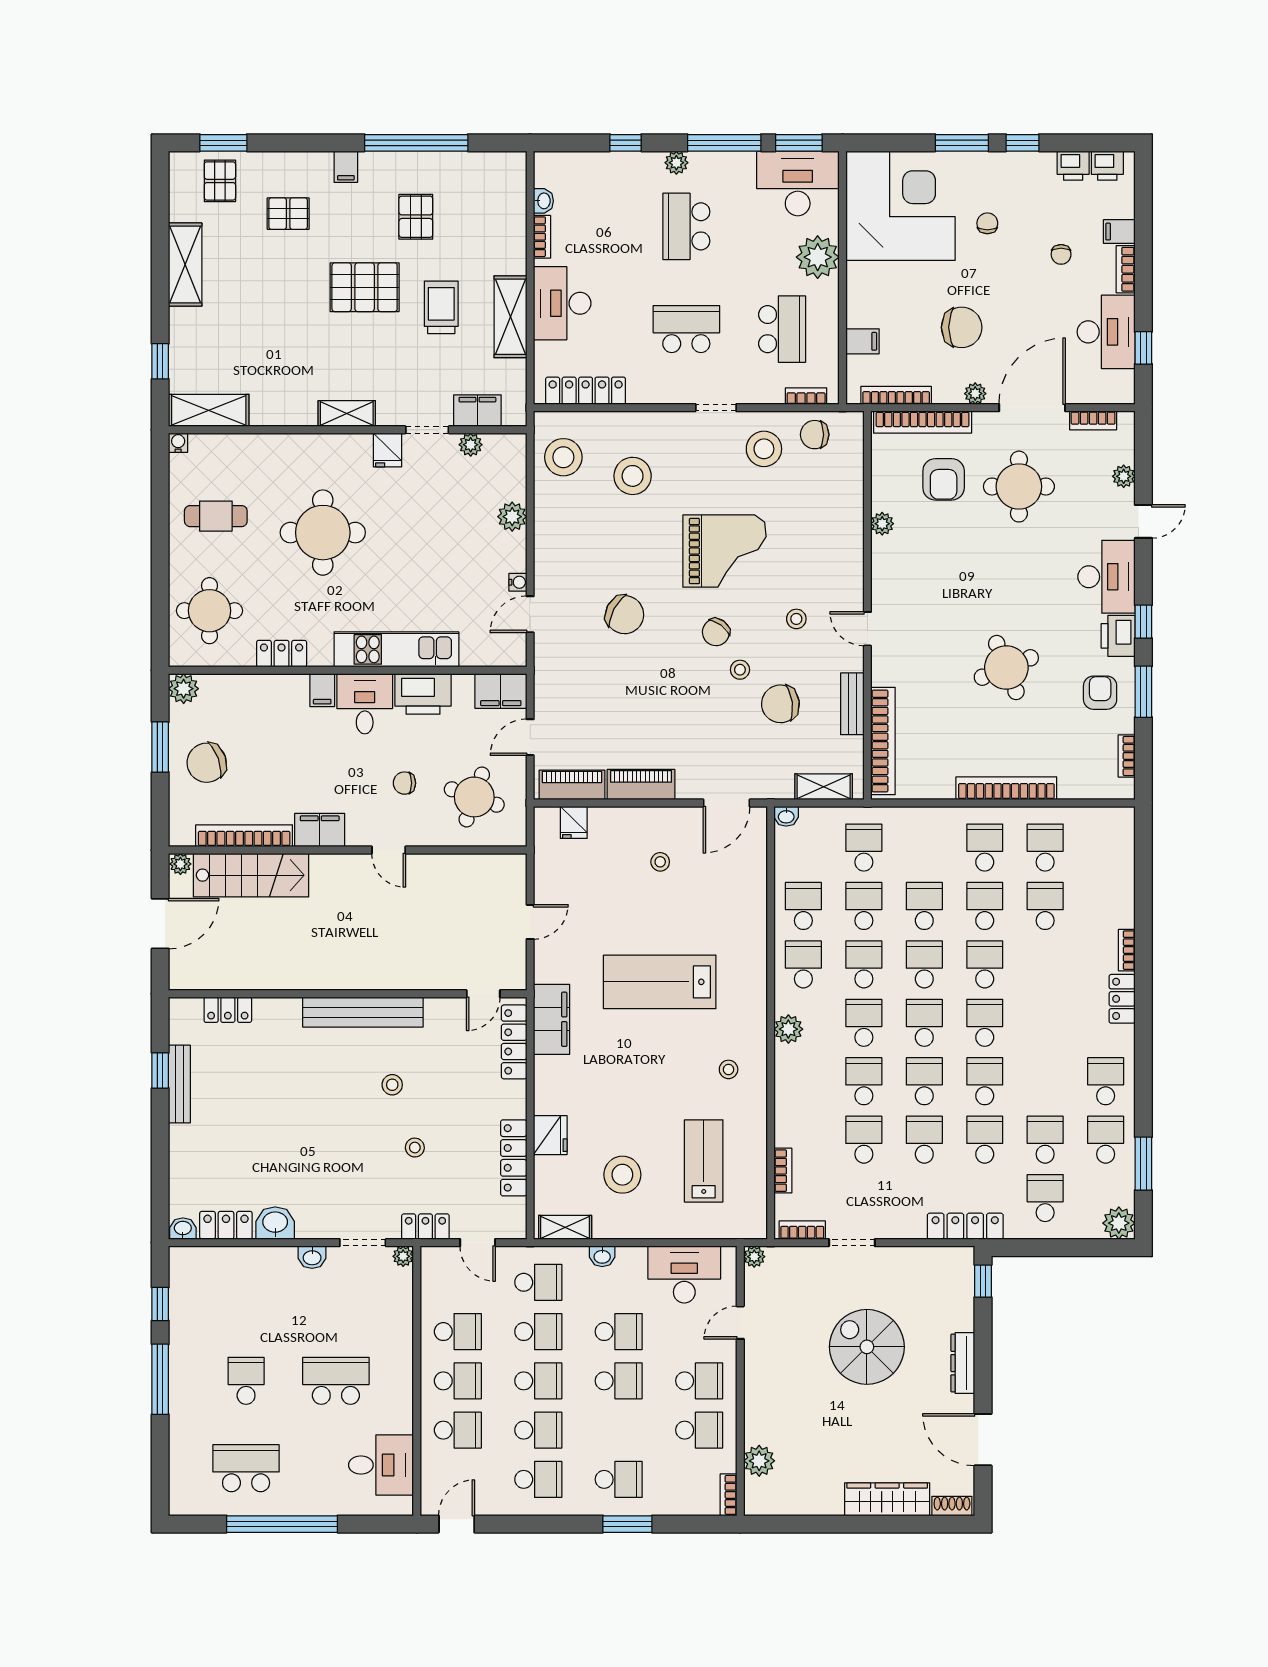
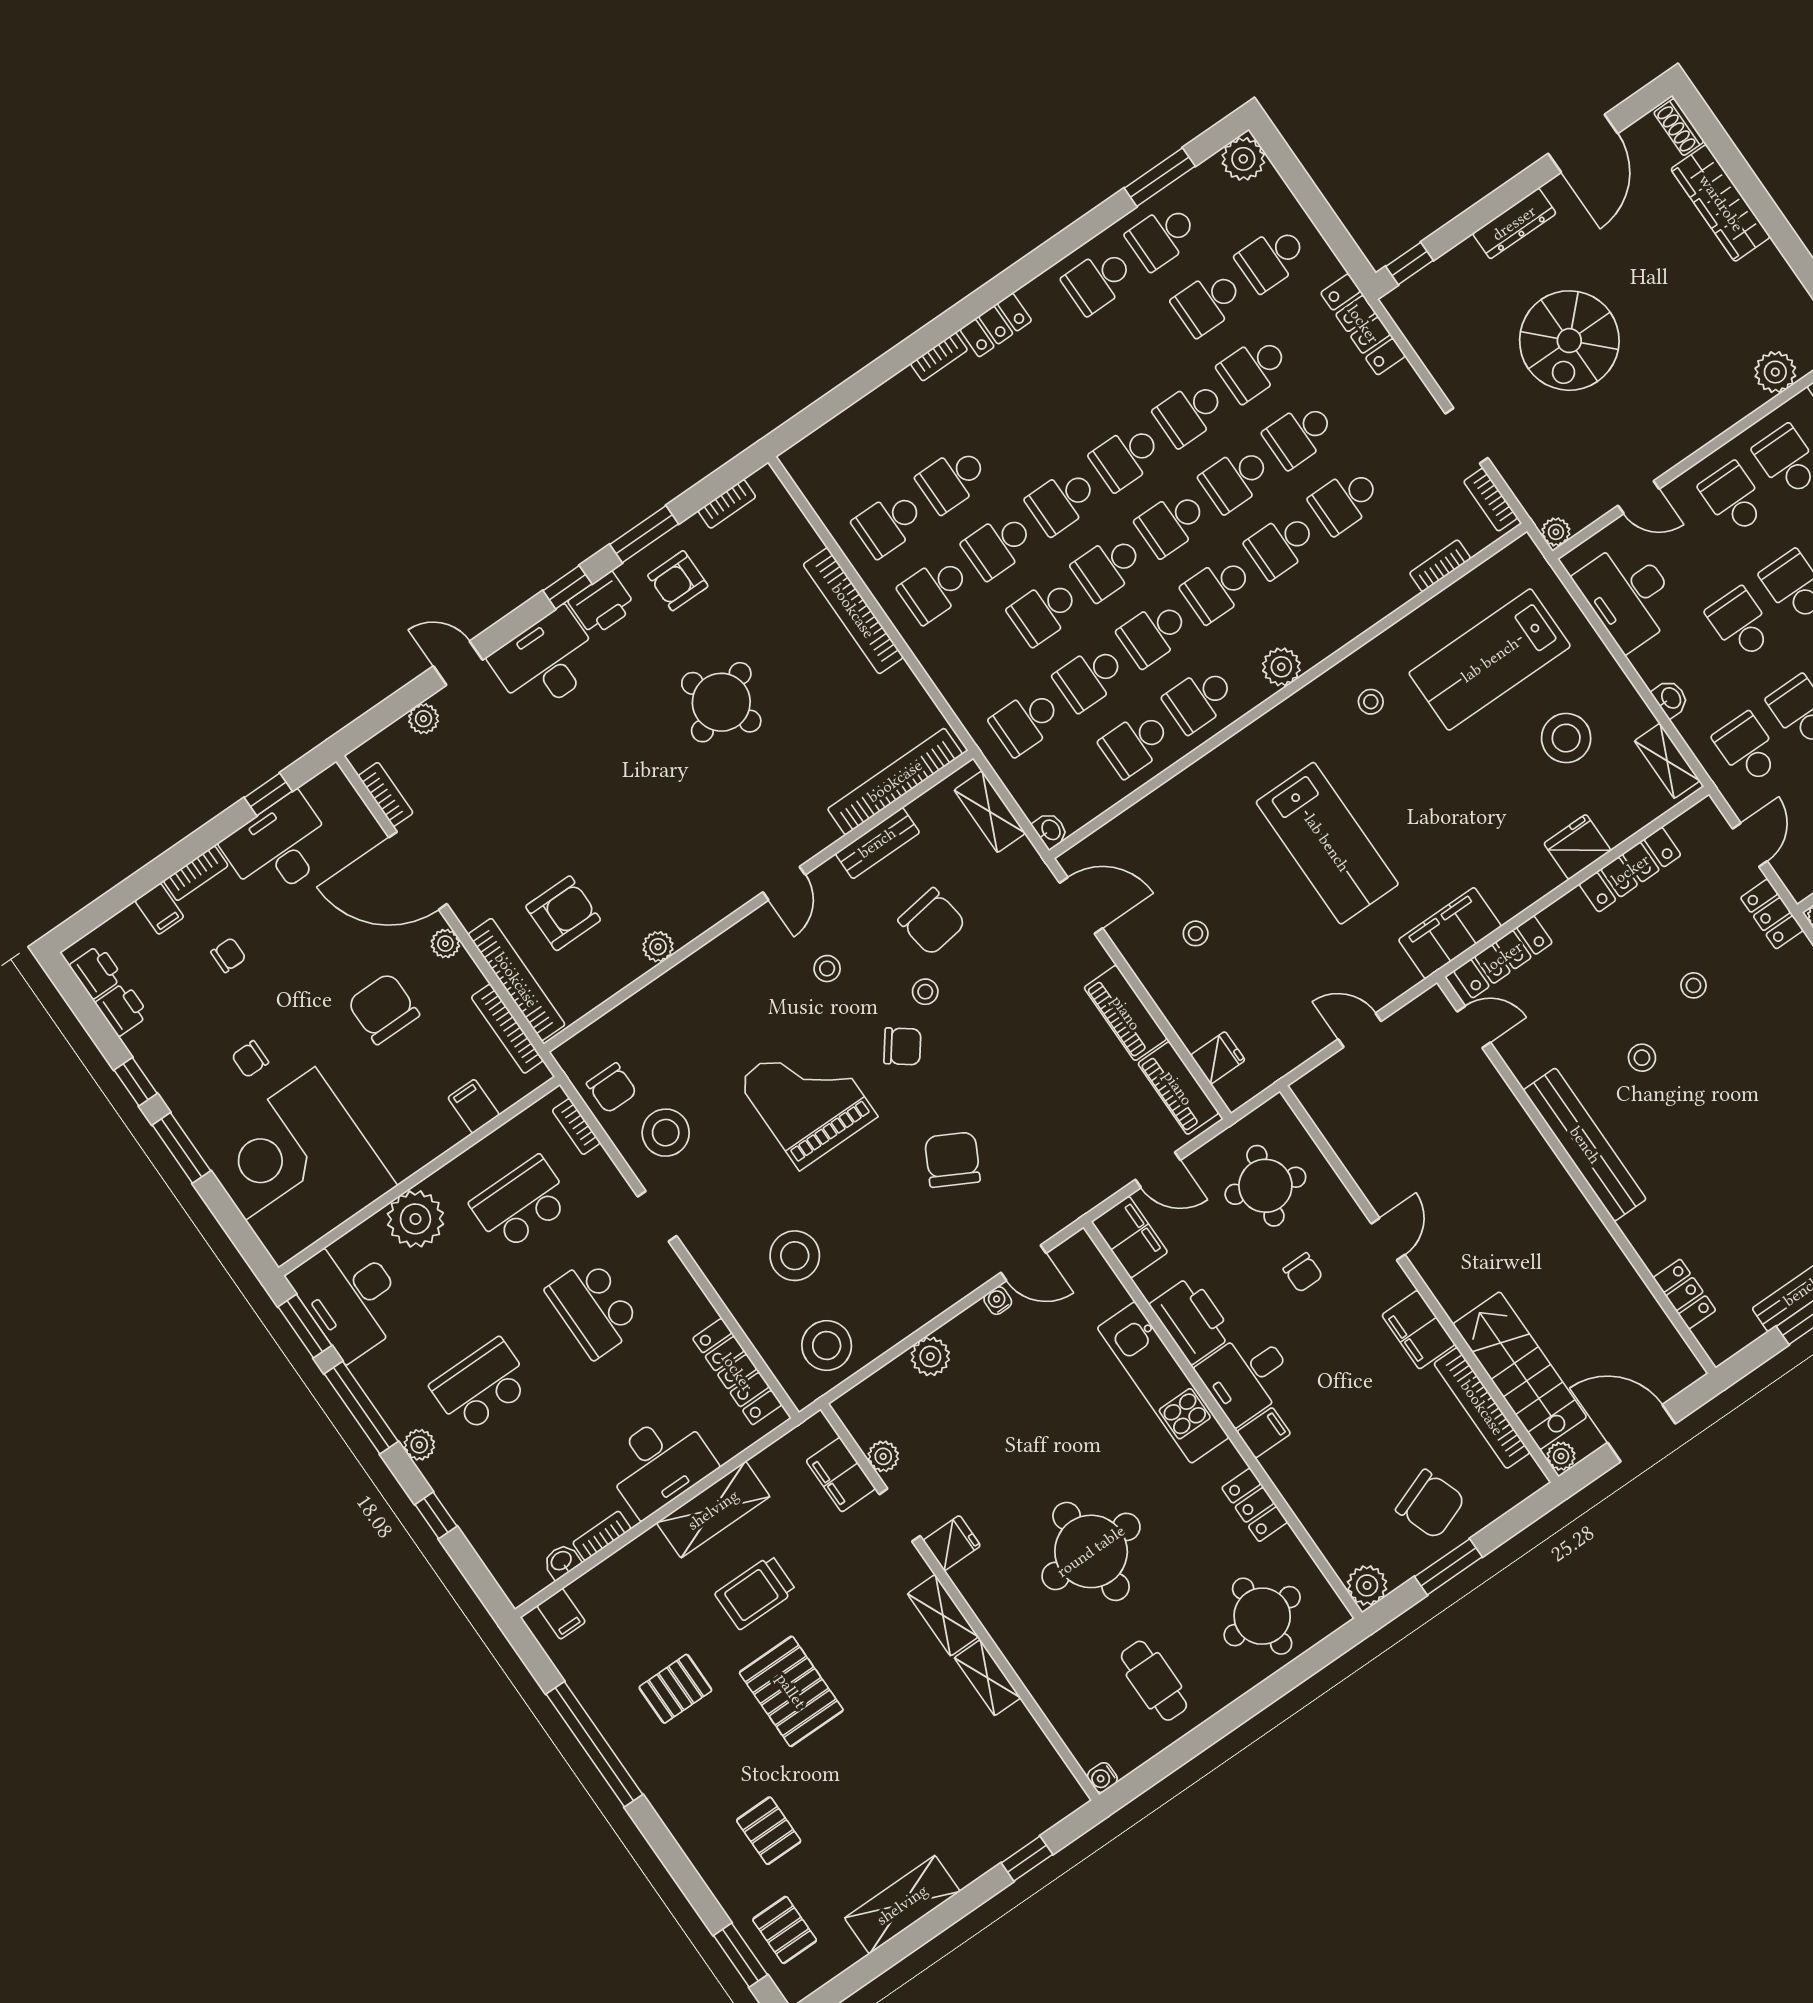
filing cabinet: (346, 167) -> (561, 1614), moved, turned 90
pallet: (220, 181) -> (785, 1930), turned 90
school desk: (686, 226) -> (481, 1386), turned 180
shelving: (209, 410) -> (987, 1678), moved, width x0.67, depth x0.75
round table: (1019, 487) -> (514, 825), removed
lab bench: (704, 1161) -> (1490, 660), width x1.36, depth x1.39

